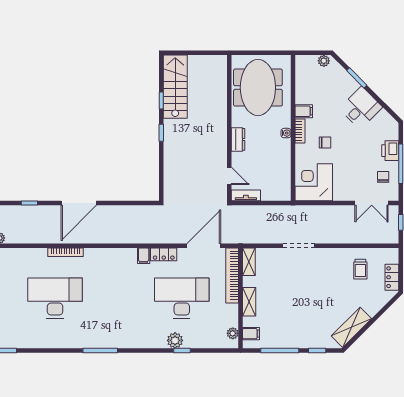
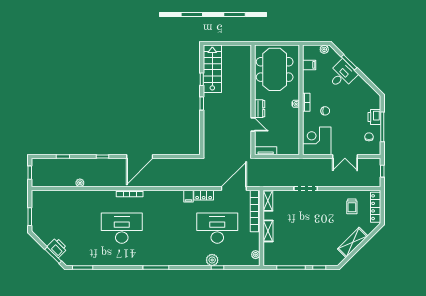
desk: (361, 108) -> (342, 75), moved
filing cabinet: (304, 111) -> (309, 65), moved
door: (229, 176) -> (253, 124), moved
double door: (372, 203) -> (345, 157), moved
locker: (392, 277) -> (376, 207), width x1.53
shelving: (351, 327) -> (353, 242), moved
filing cabinet: (251, 334) -> (269, 255), removed

